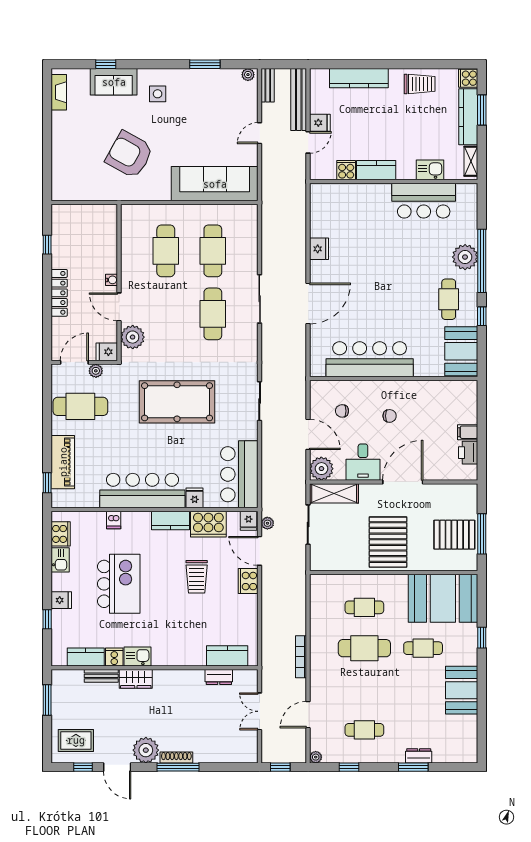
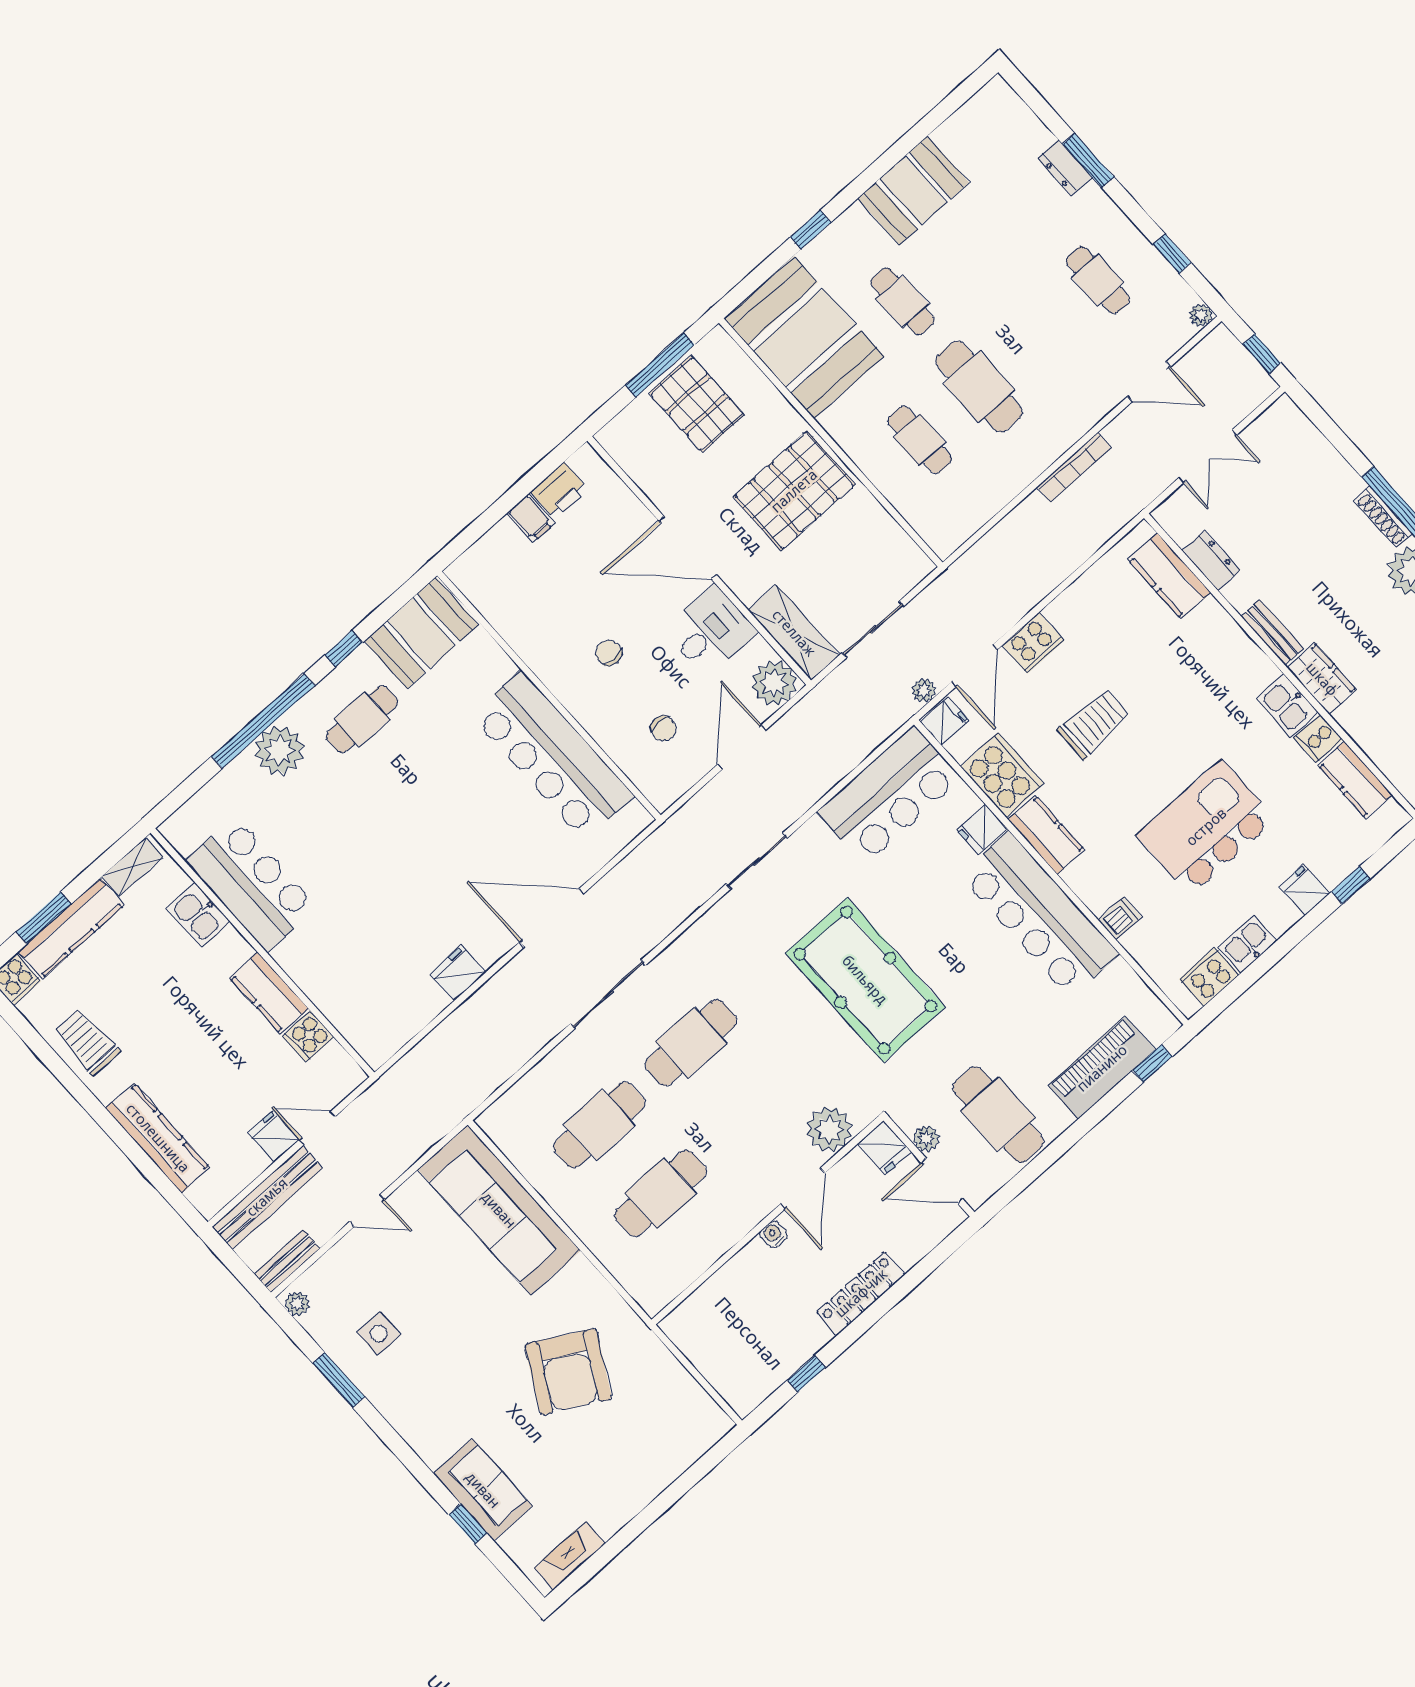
side table: (158, 94) -> (379, 1334), moved
bench: (101, 676) -> (1272, 632), moved

